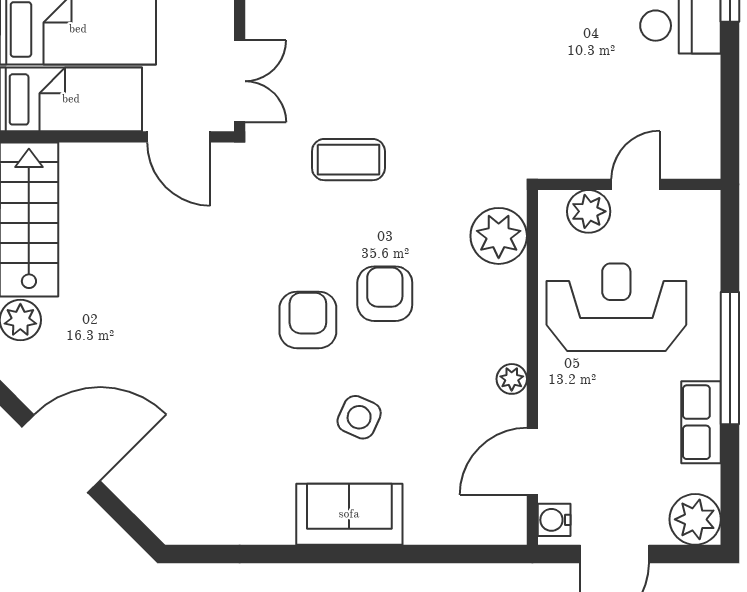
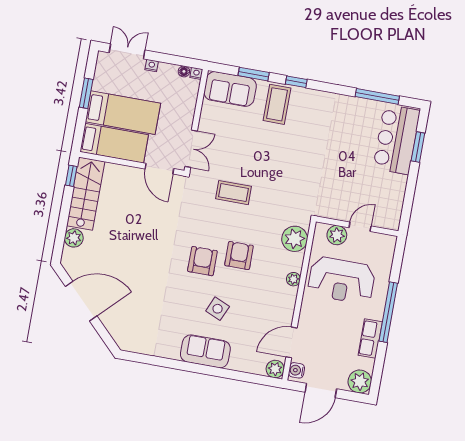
reception desk: (616, 307) -> (342, 280), turned 180
plant: (512, 379) -> (293, 279), moved
plant: (507, 525) -> (275, 369), added

